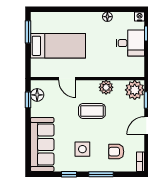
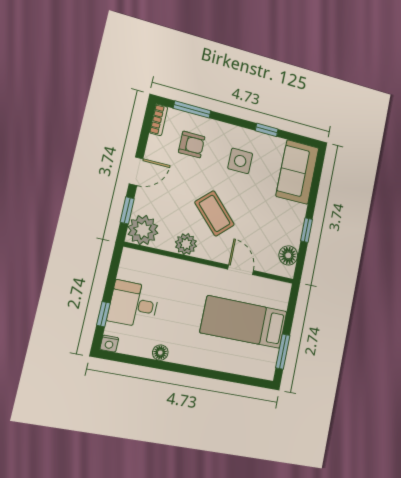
window: (28, 100) -> (306, 230), moved
coffee table: (92, 111) -> (215, 213), turned 46
sofa: (42, 144) -> (297, 172), width x0.73
window: (101, 174) -> (192, 109), moved

